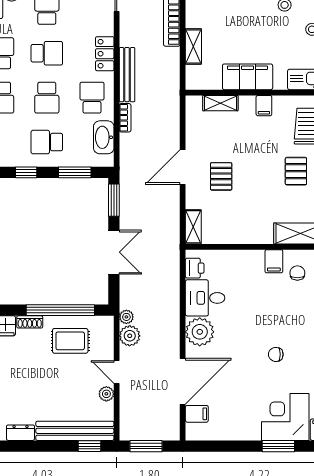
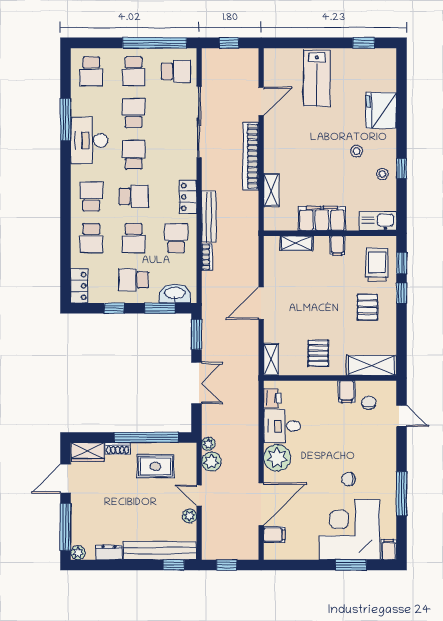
washbasin: (104, 137) -> (175, 294), moved, turned 90
pallet: (221, 176) -> (318, 353), moved
corner desk: (285, 417) -> (349, 530), width x1.36, depth x1.36
window: (146, 446) -> (227, 565), width x0.67

